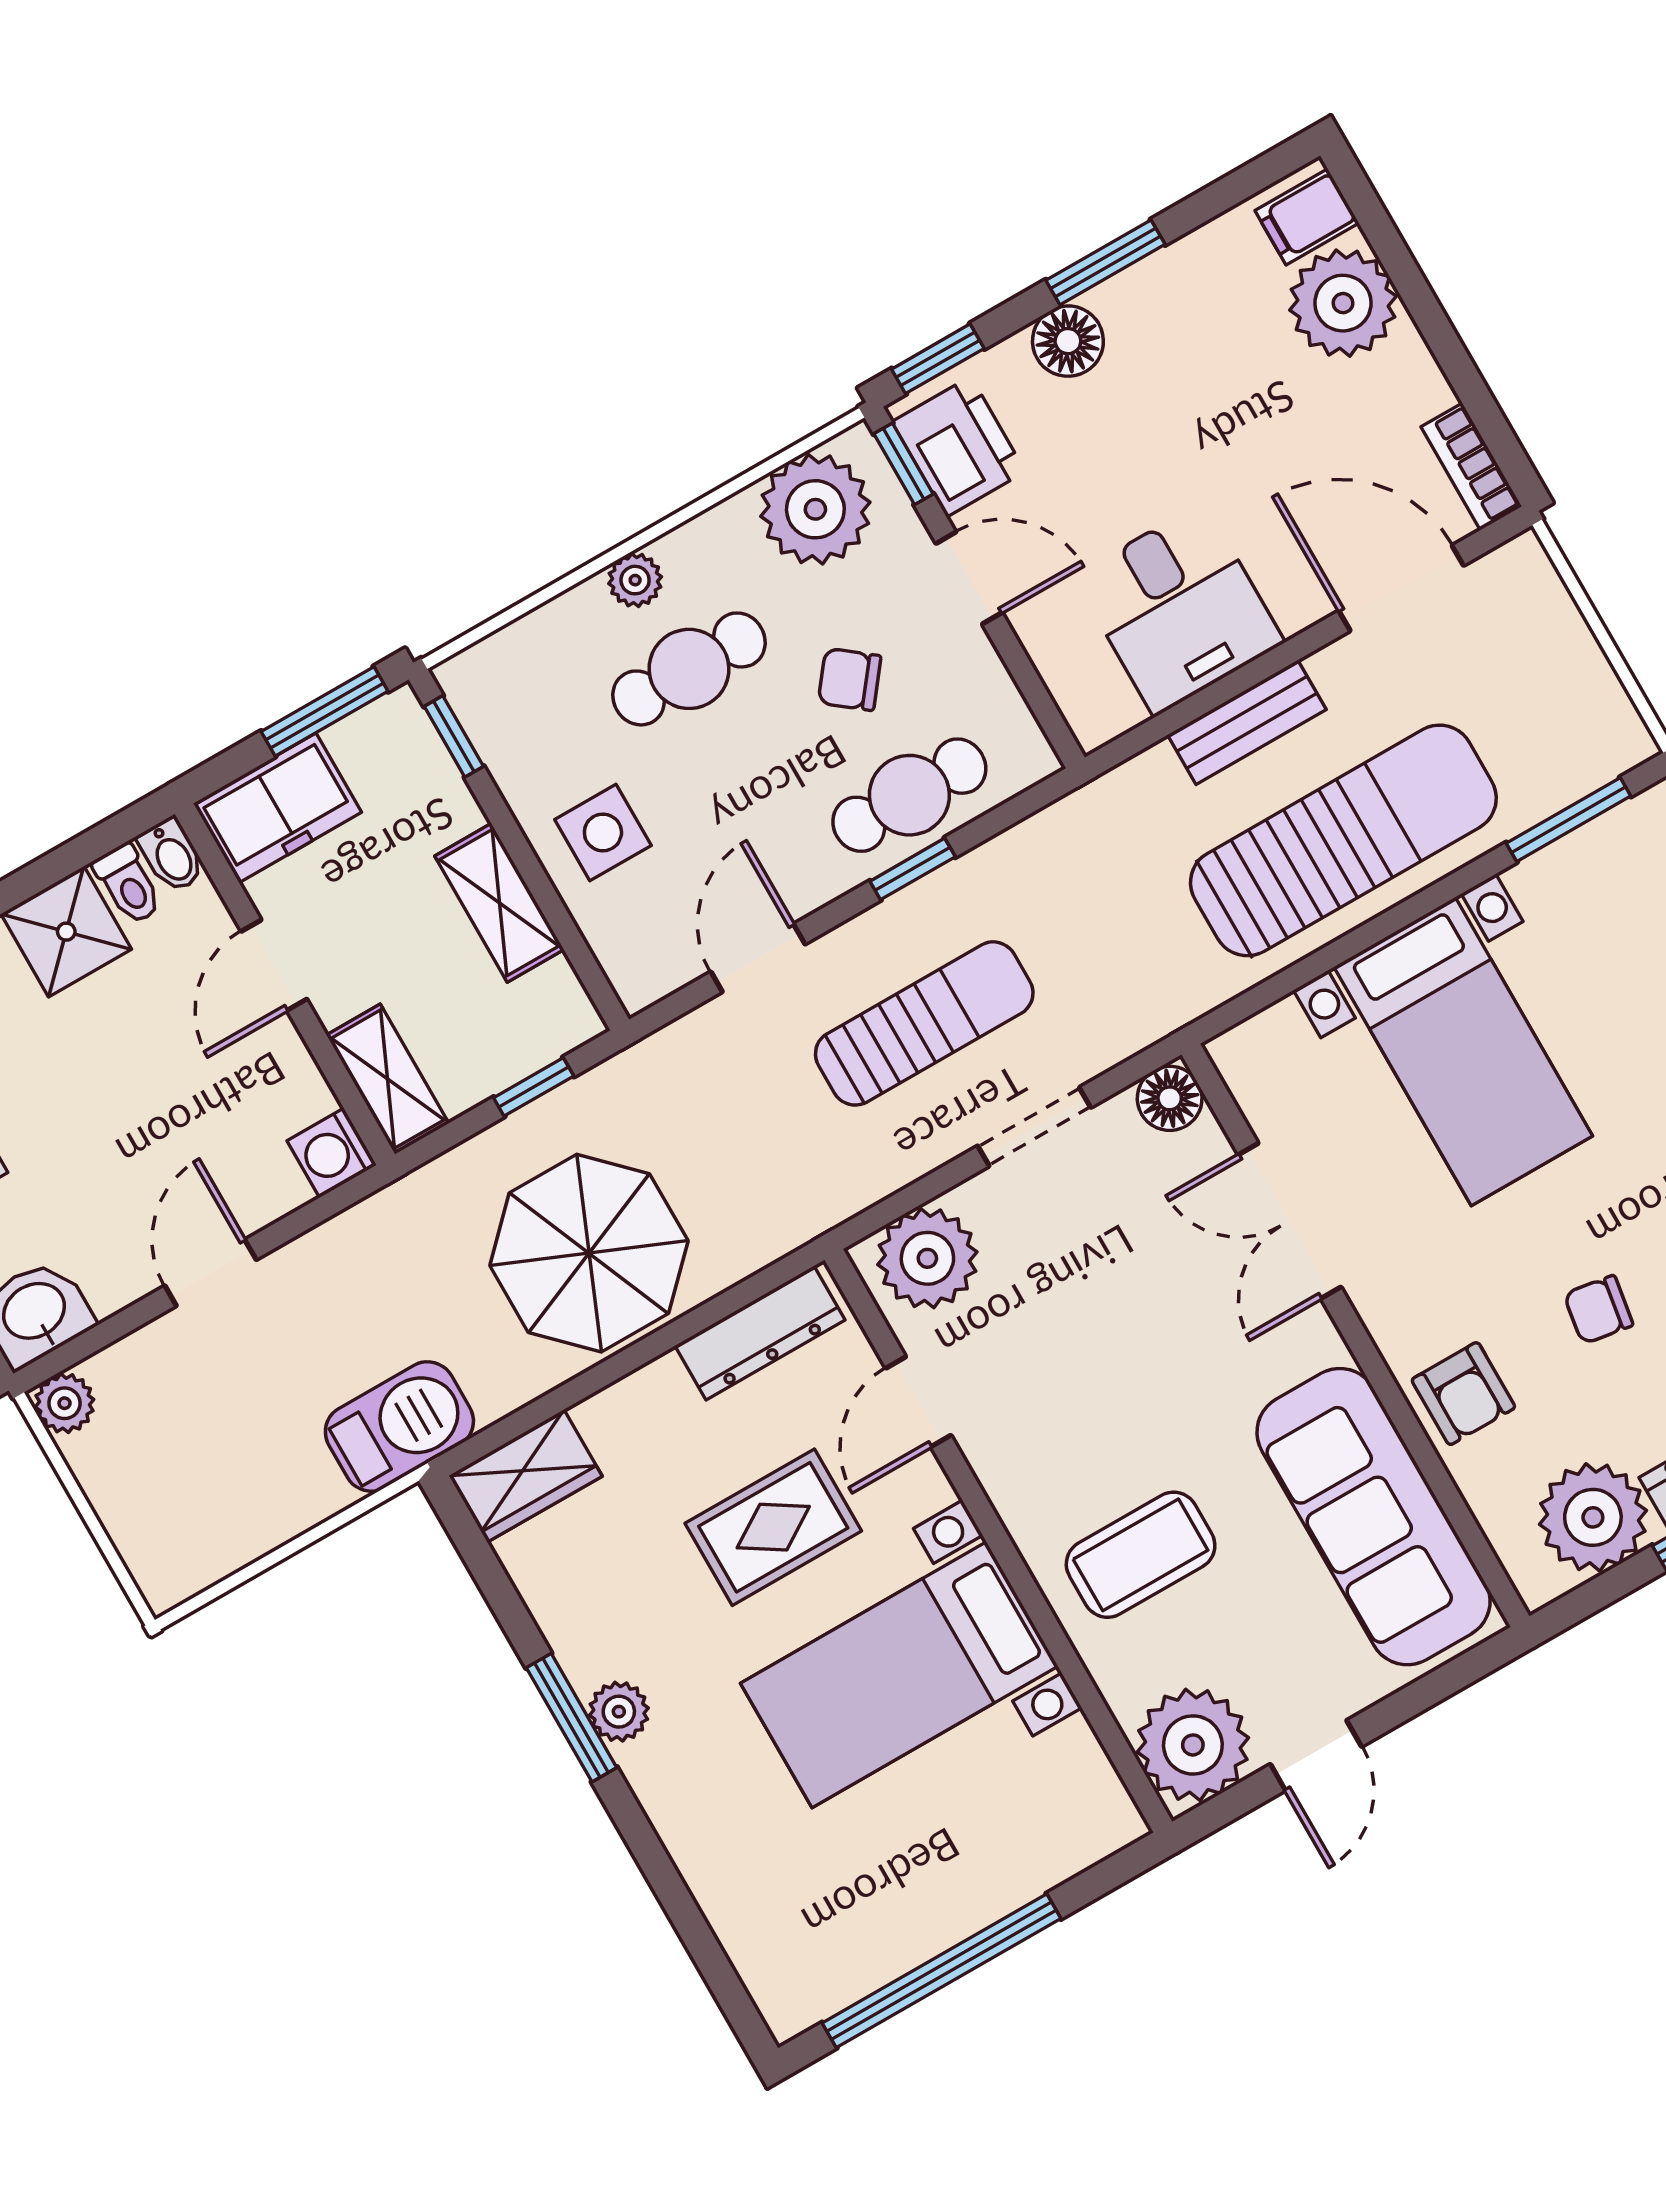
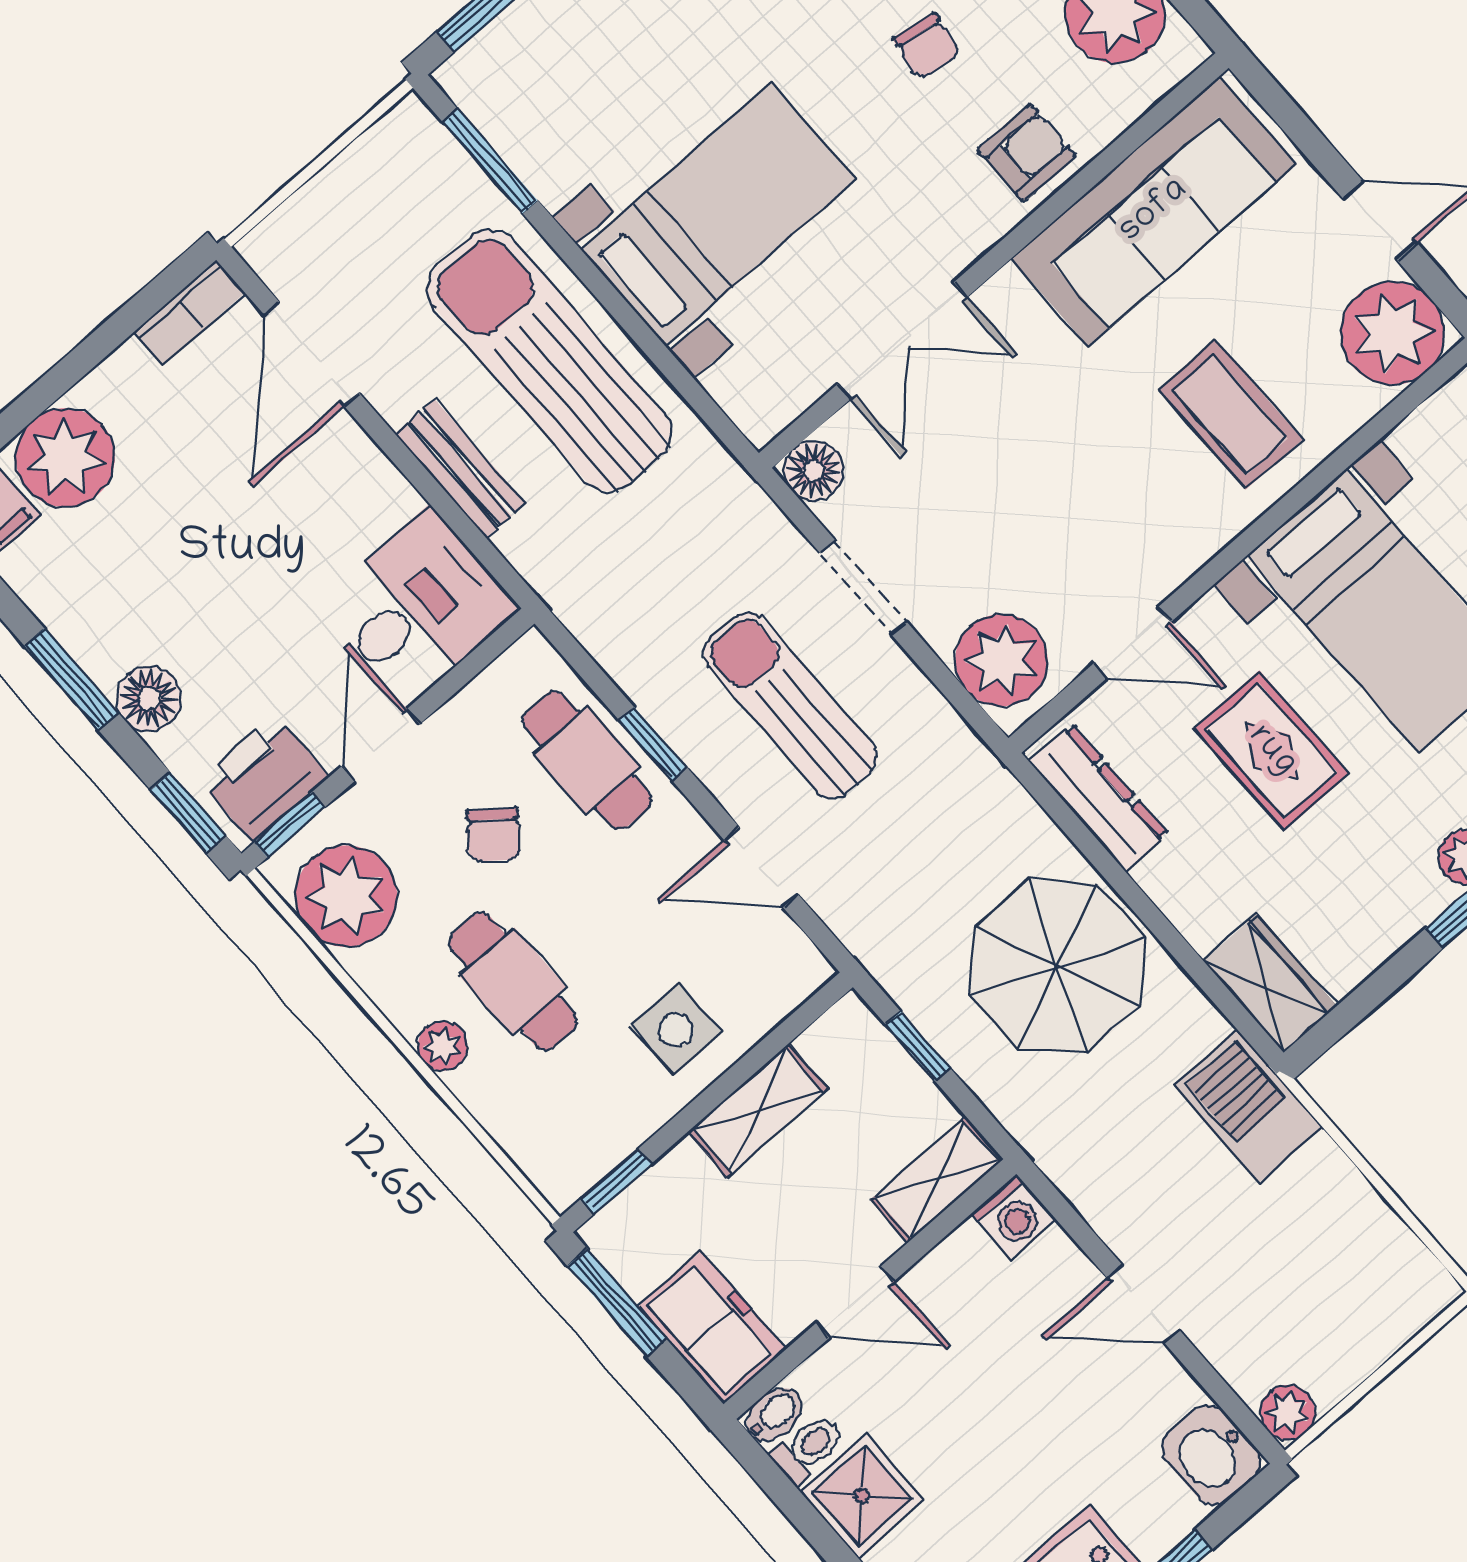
desk: (1179, 609) -> (419, 606), moved

